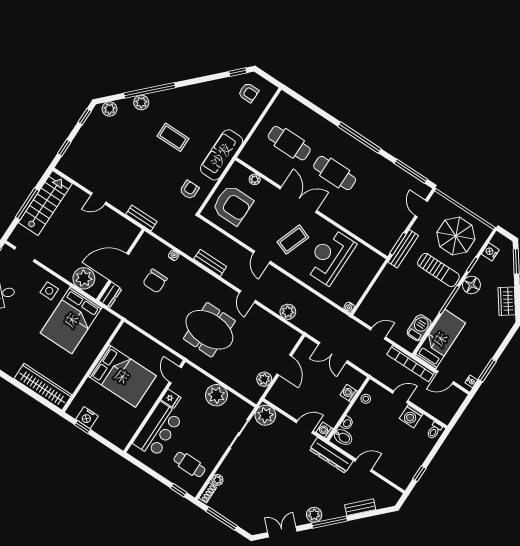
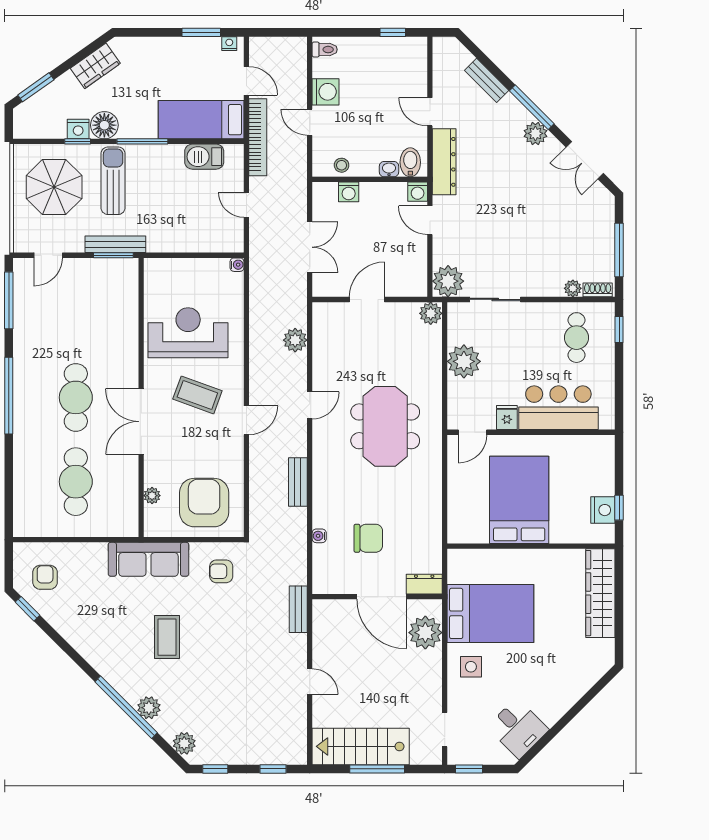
nightstand: (490, 252) -> (78, 129), moved
reception desk: (330, 257) -> (188, 333), turned 180
plant: (264, 379) -> (431, 313), moved

